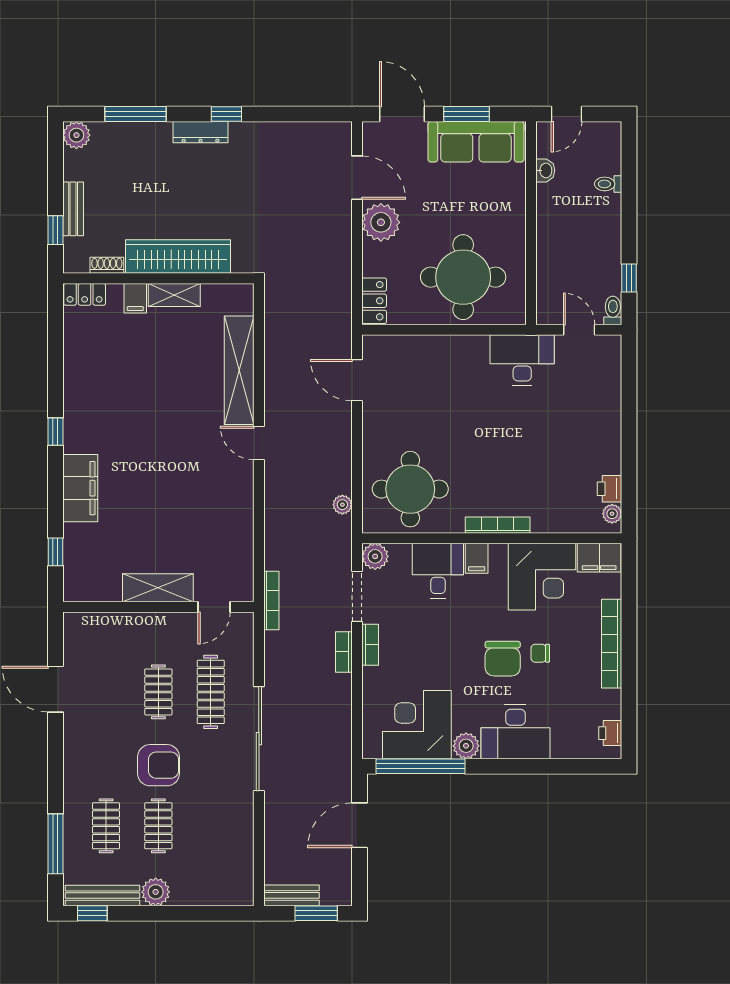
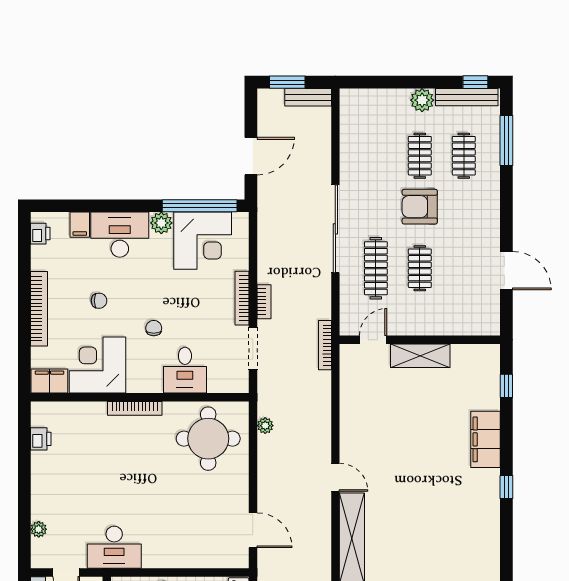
plant: (612, 514) -> (39, 529), moved
plant: (375, 556) -> (238, 382), removed
filing cabinet: (477, 558) -> (80, 225), moved, turned 180
bookcase: (370, 645) -> (242, 298), width x1.56
chair: (503, 659) -> (154, 328), moved, width x0.54, depth x0.54

